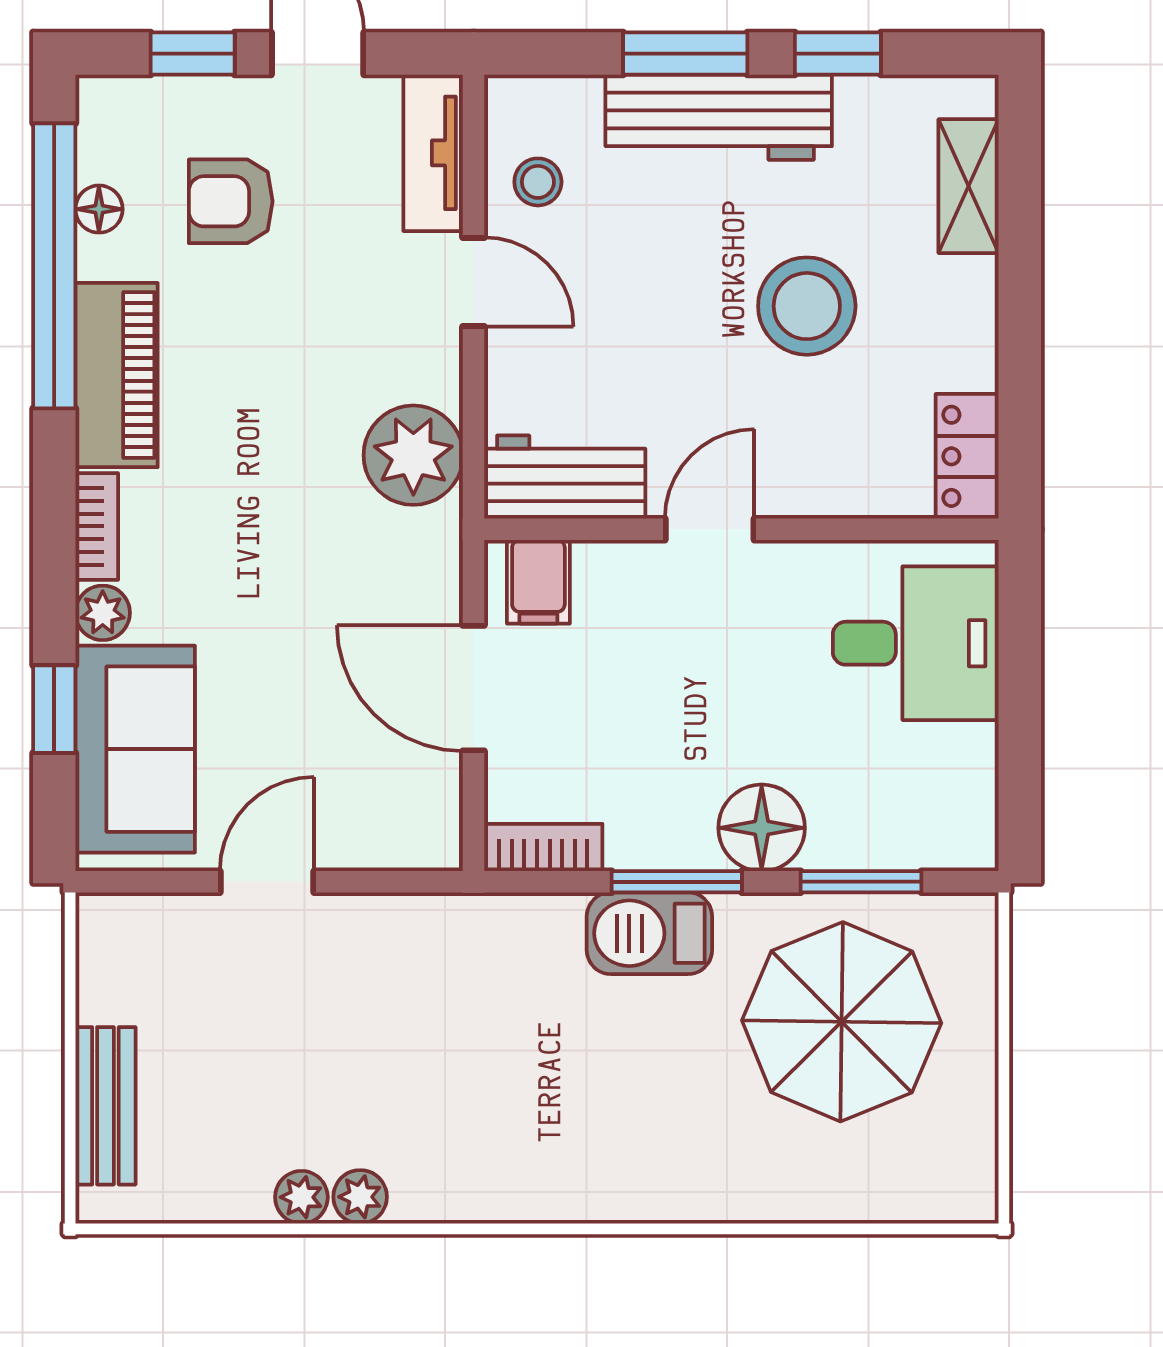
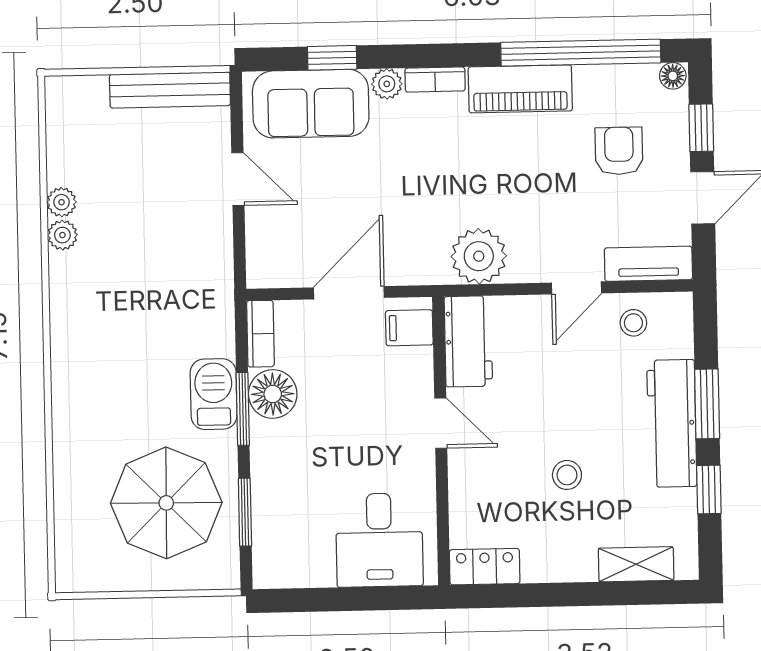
floor lamp: (99, 209) -> (673, 76), moved
stool: (807, 306) -> (567, 475), width x0.53, depth x0.53
floor lamp: (762, 828) -> (273, 394), moved
bench: (105, 1106) -> (170, 90), moved, width x1.36

